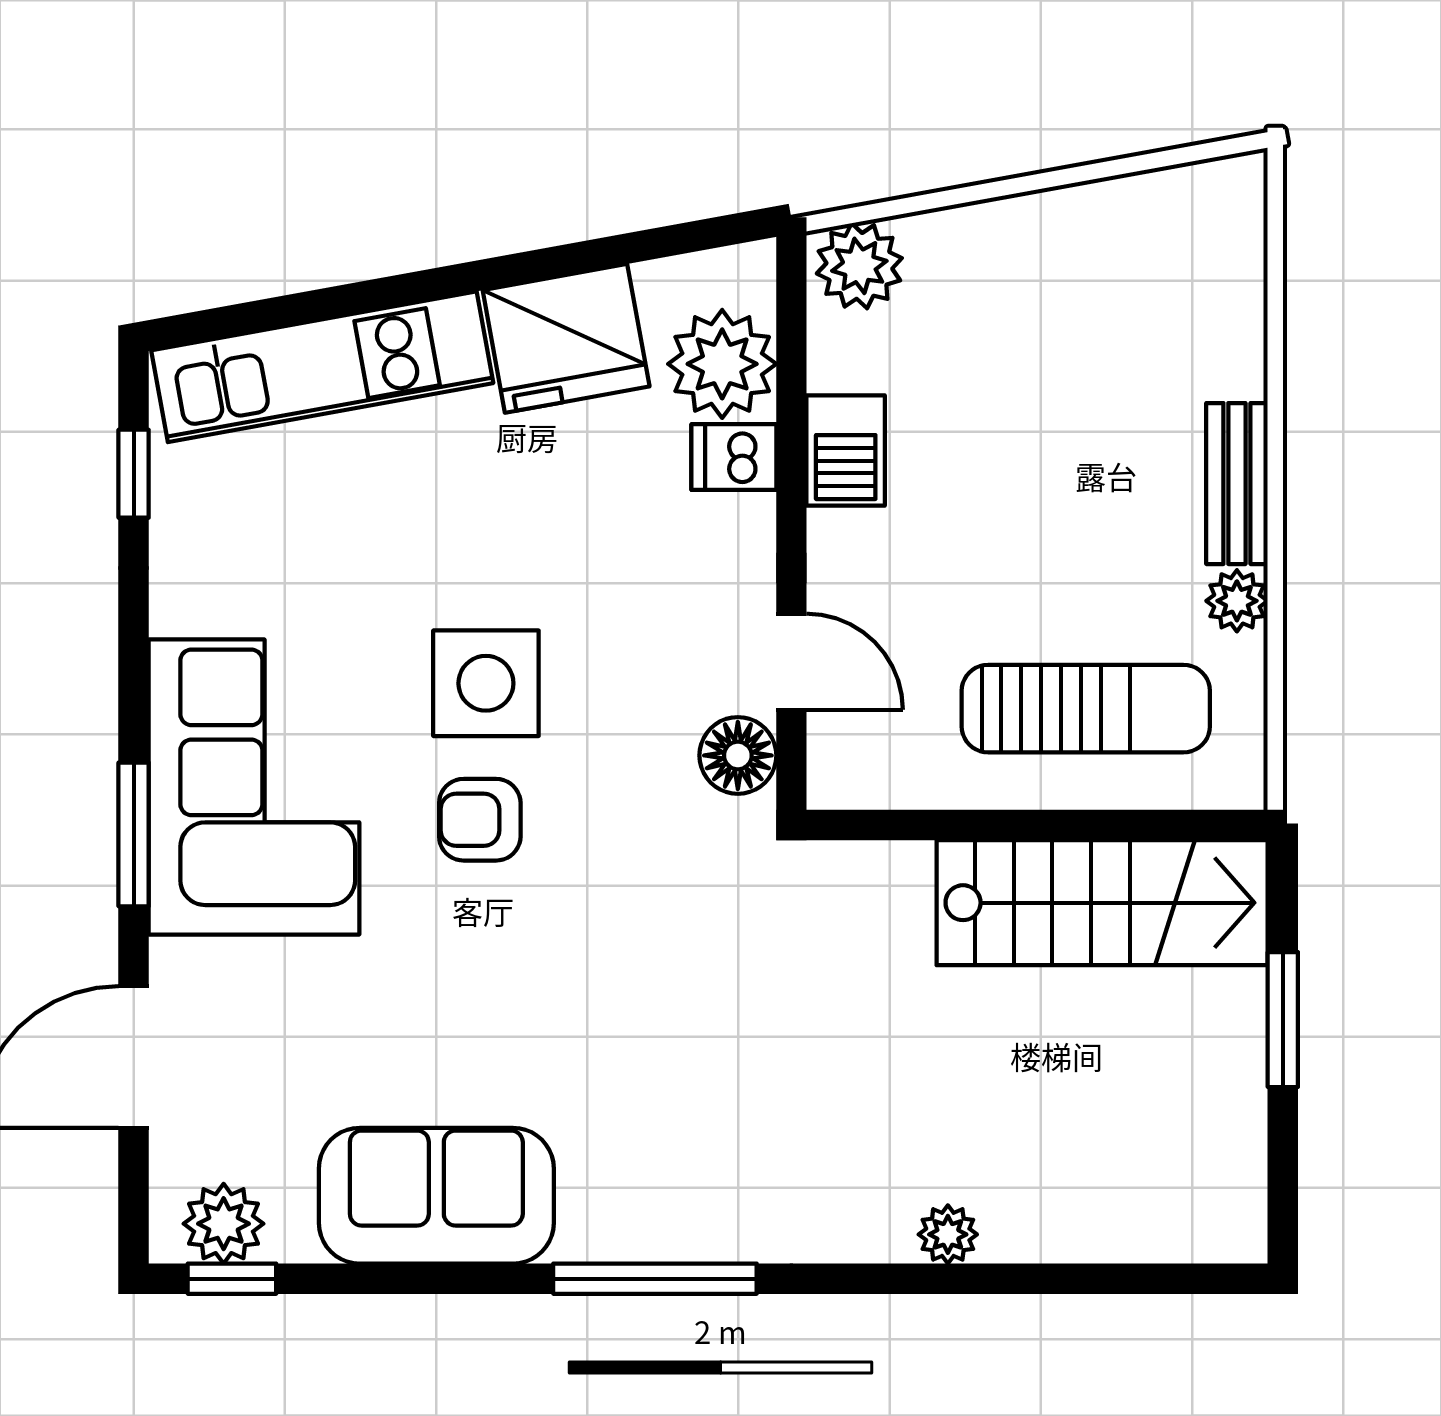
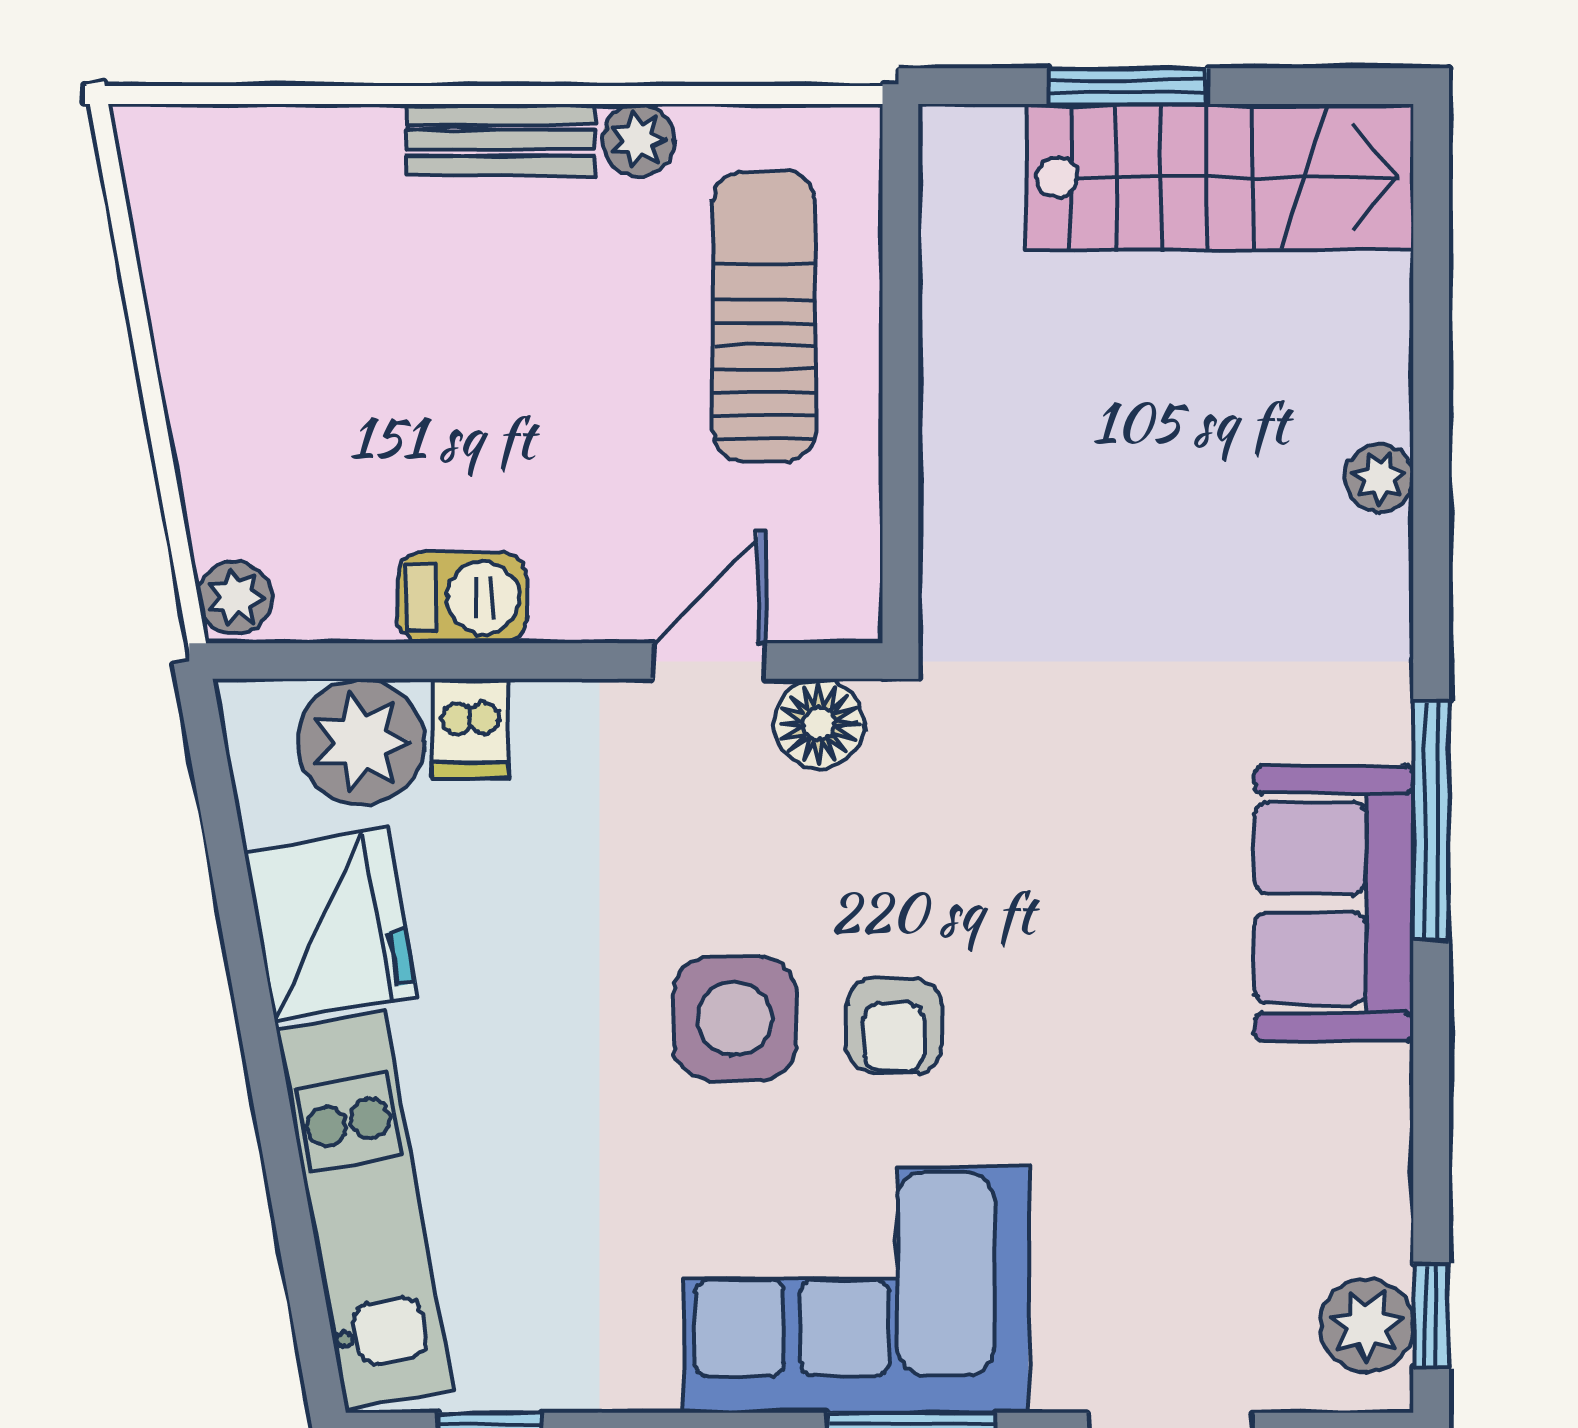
plant: (859, 266) -> (235, 598), width x0.73, depth x0.73
stairs: (1102, 903) -> (1220, 177), moved, turned 90
sofa: (436, 1196) -> (1334, 903), moved

